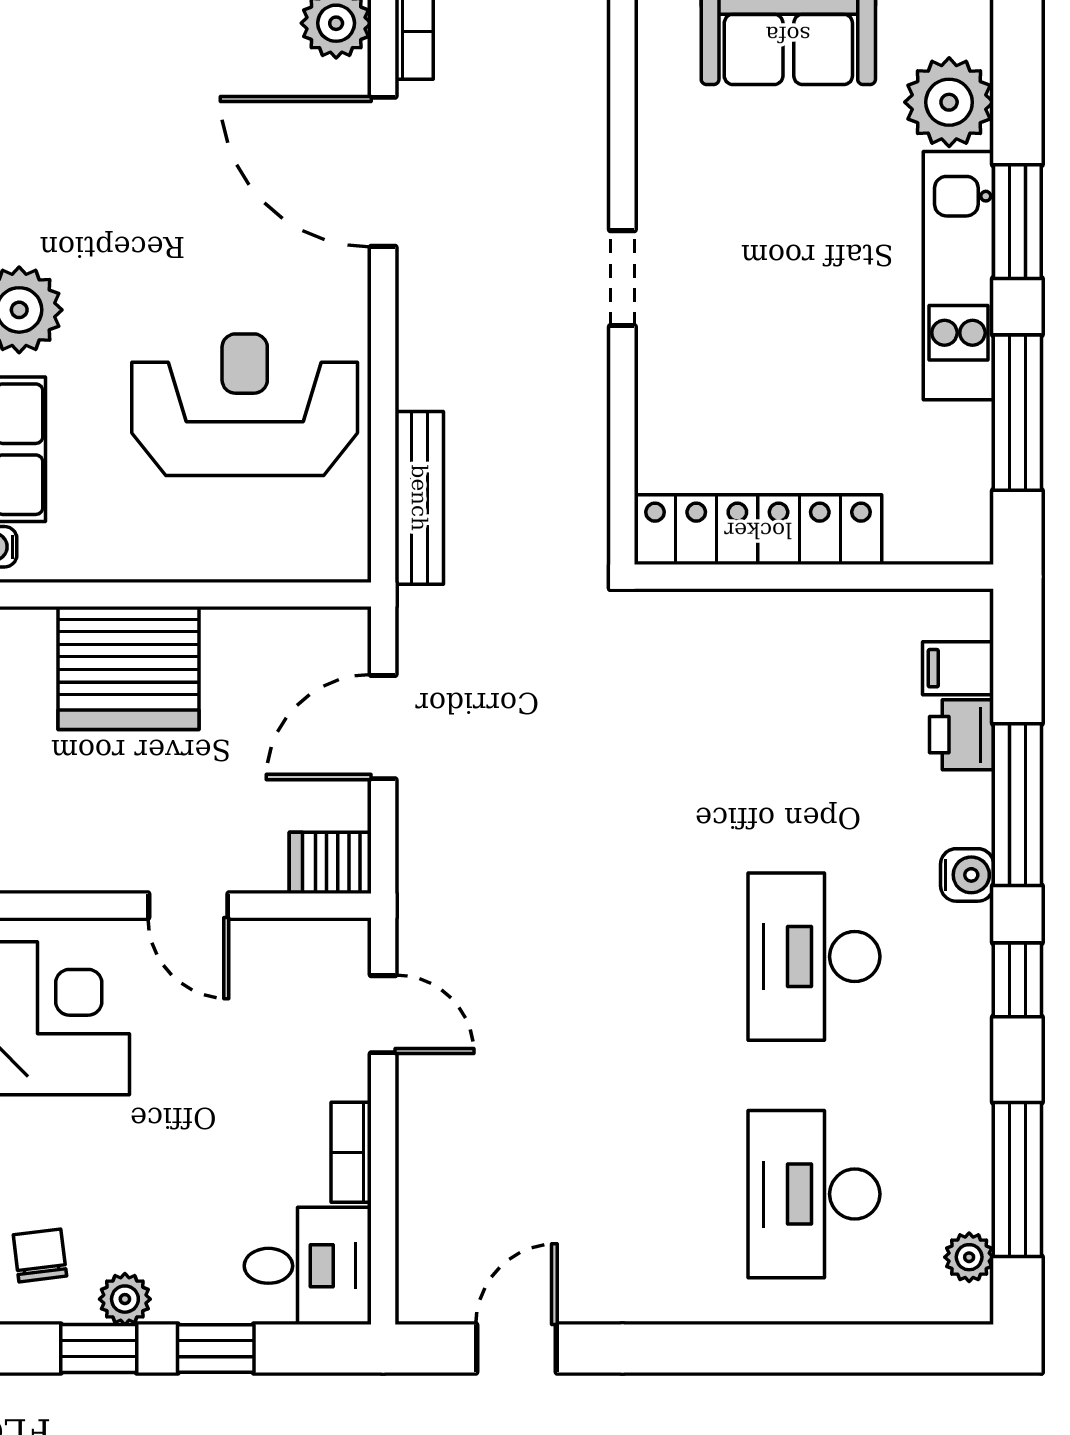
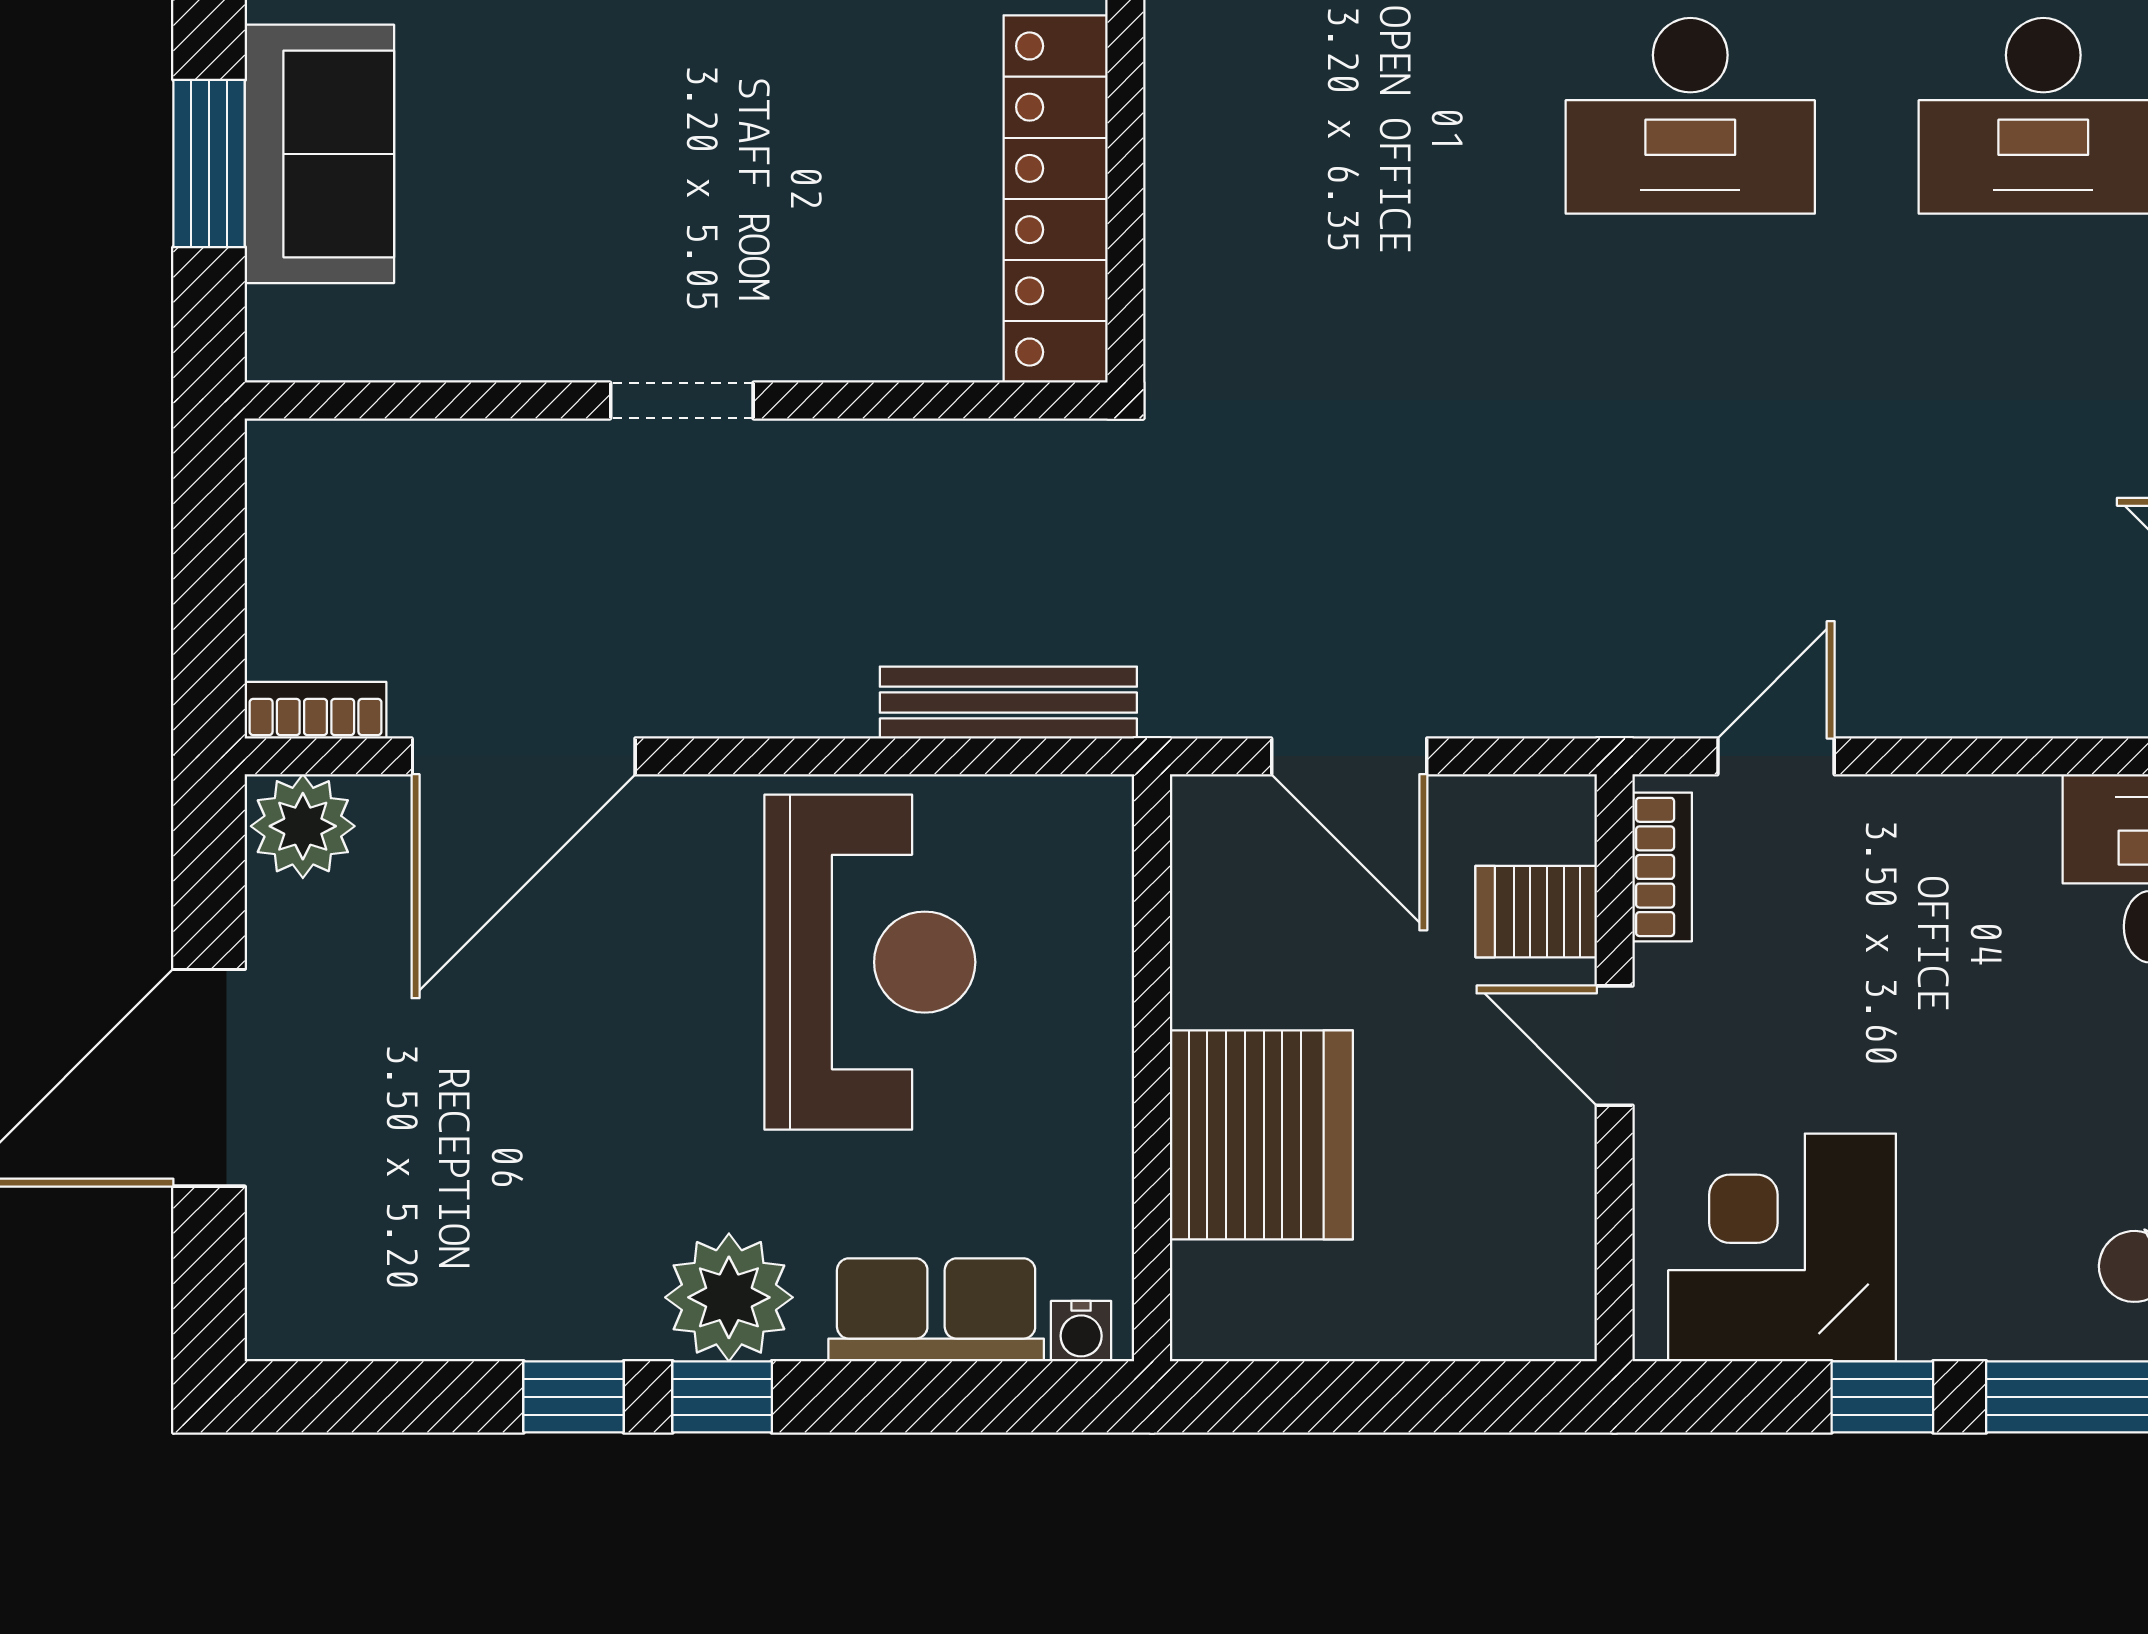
reception desk: (245, 405) -> (870, 962), turned 180
server rack: (330, 863) -> (1536, 912), moved, turned 90
door: (188, 906) -> (1615, 1046), swing flipped
bookcase: (351, 1152) -> (1662, 867), moved, turned -90

